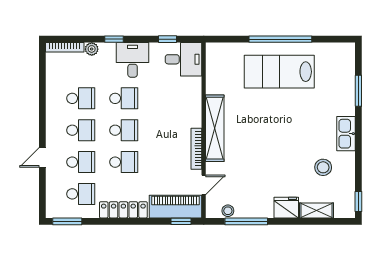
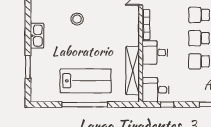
desk: (133, 60) -> (155, 52), moved, turned 90
shelving: (215, 128) -> (133, 70), moved
stool: (323, 167) -> (77, 19), moved

